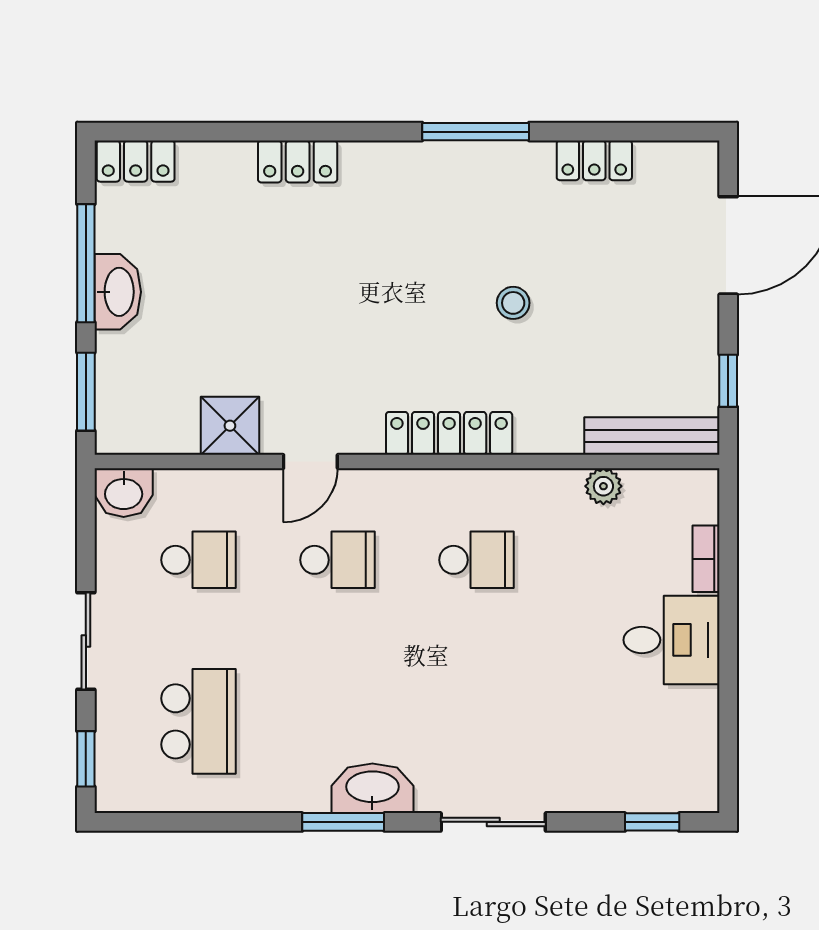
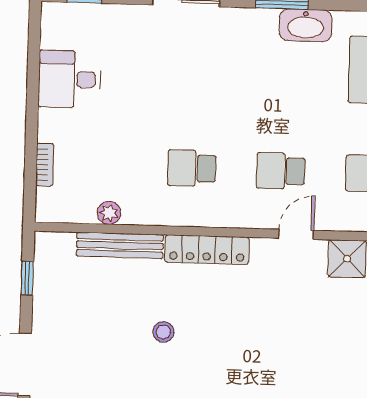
bench: (652, 436) -> (120, 245), moved
desk: (672, 640) -> (69, 79), moved
washbasin: (372, 788) -> (306, 25), moved

